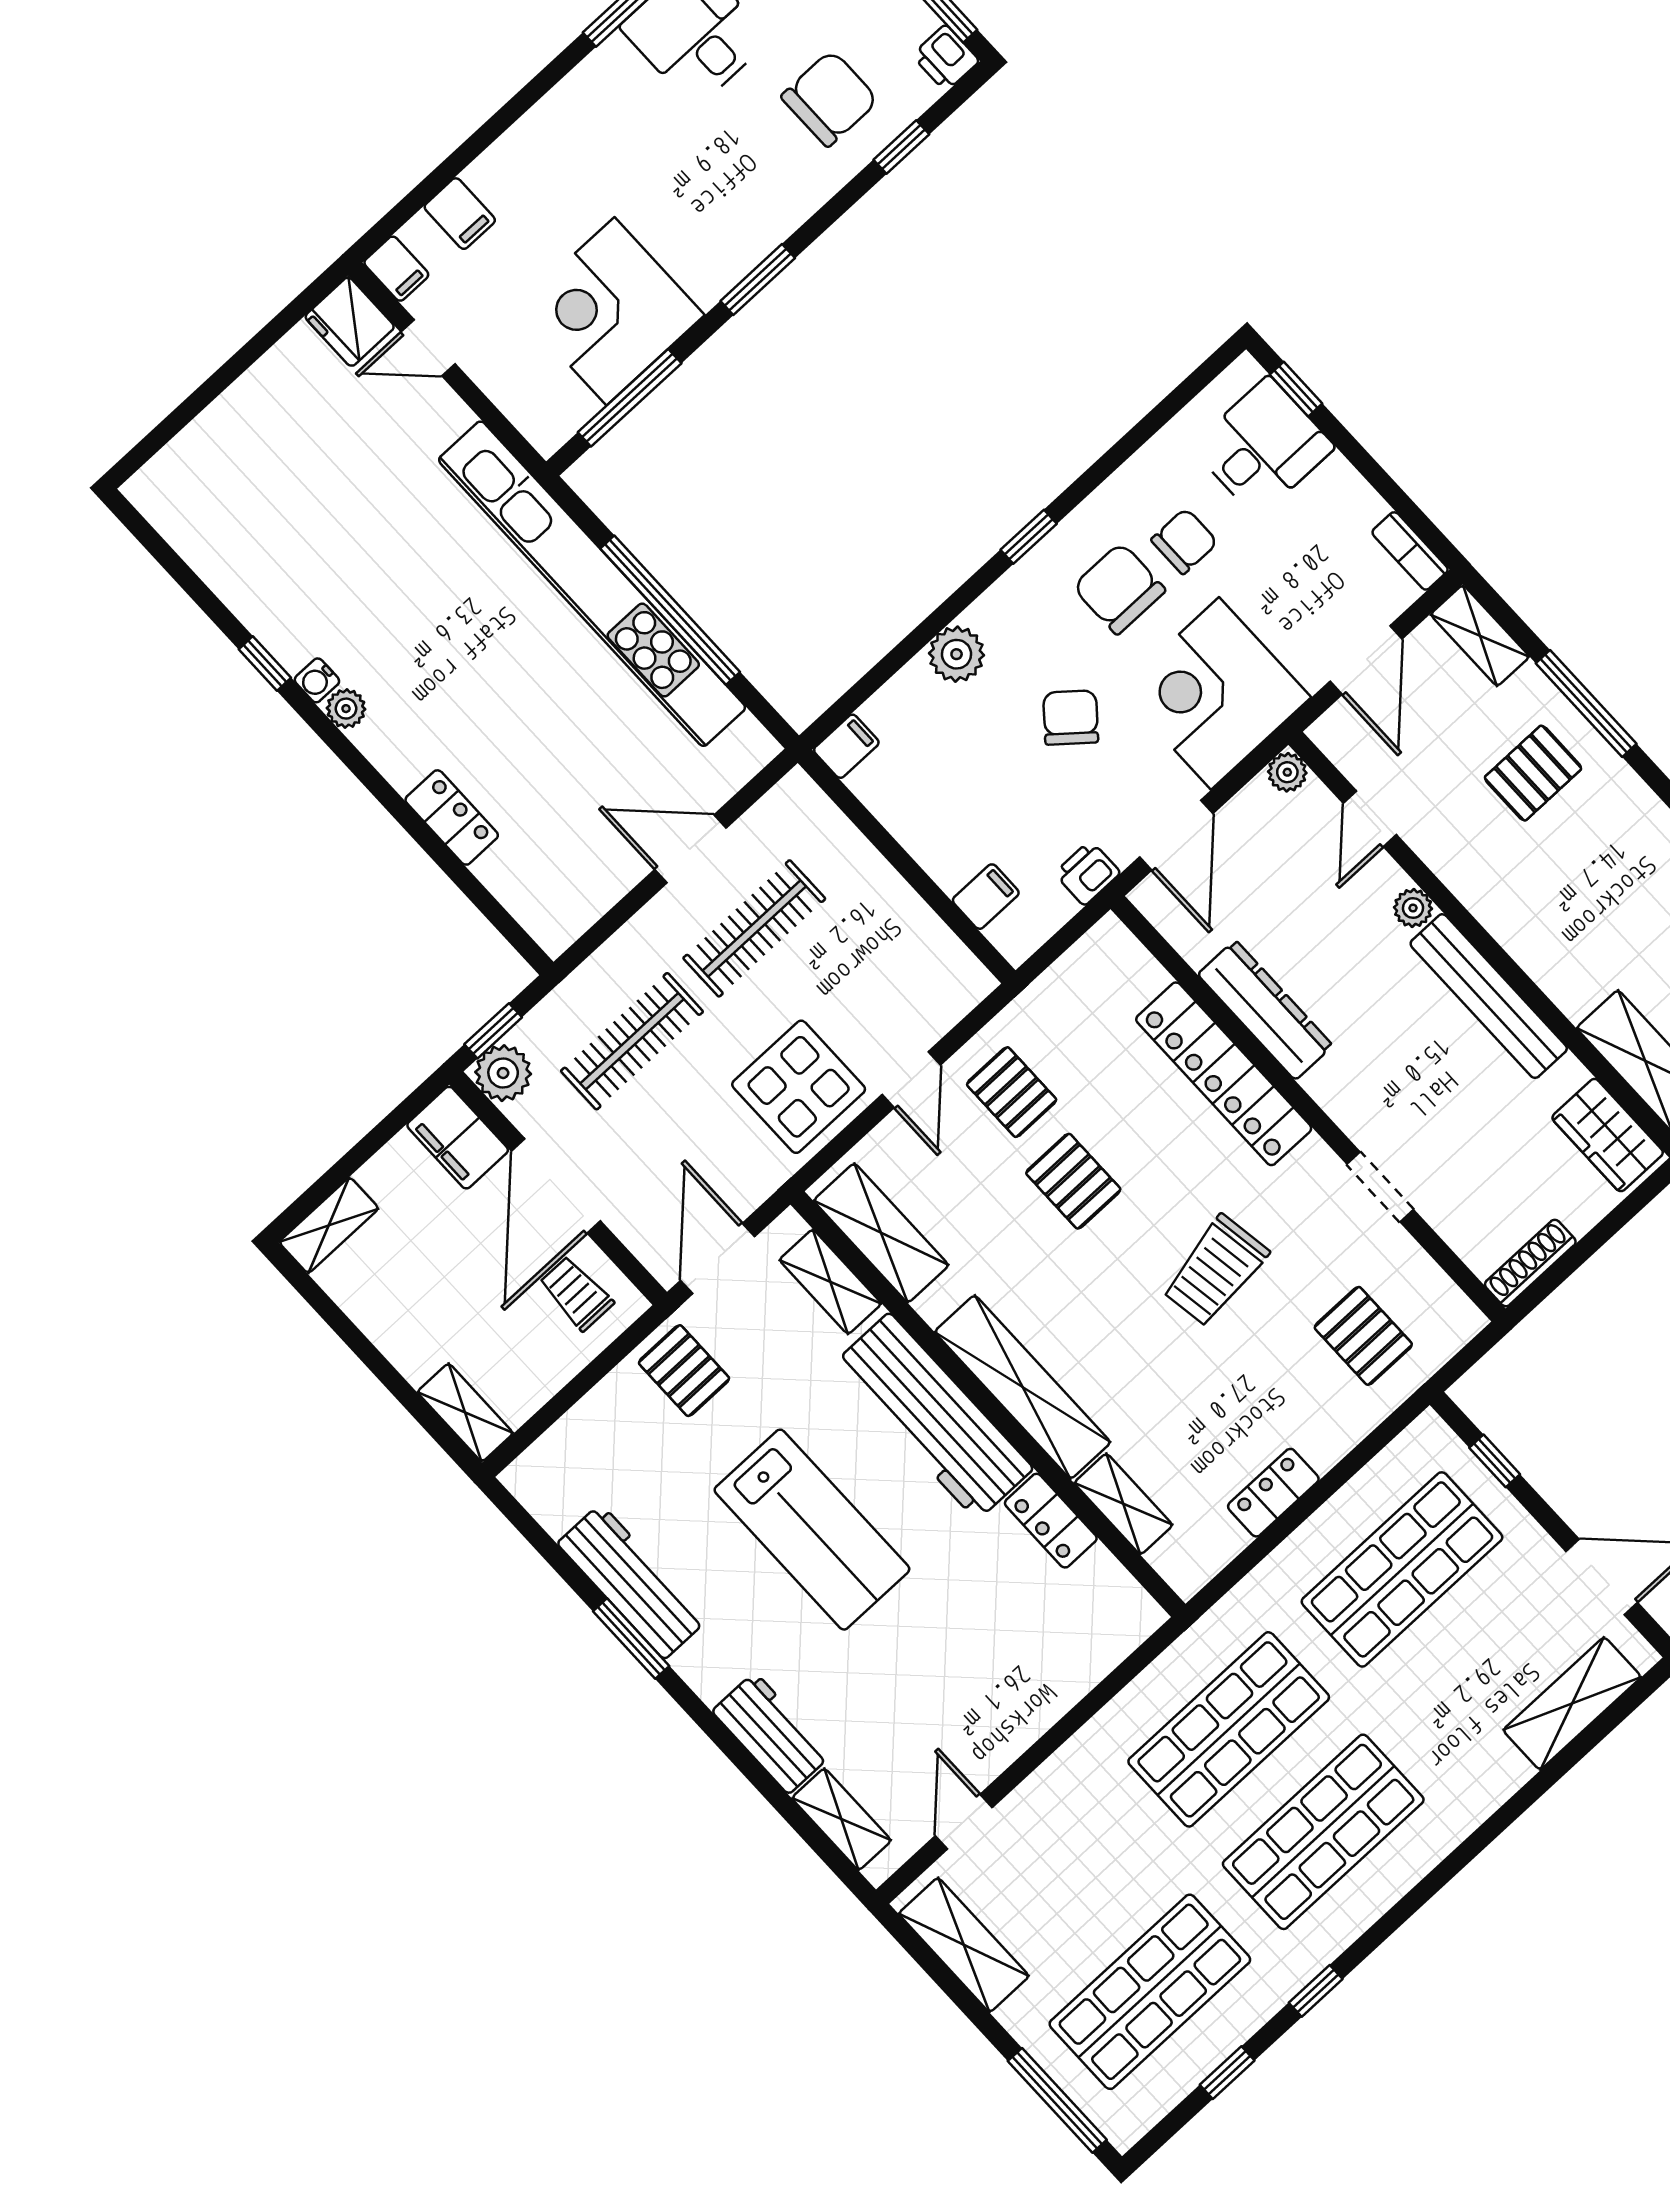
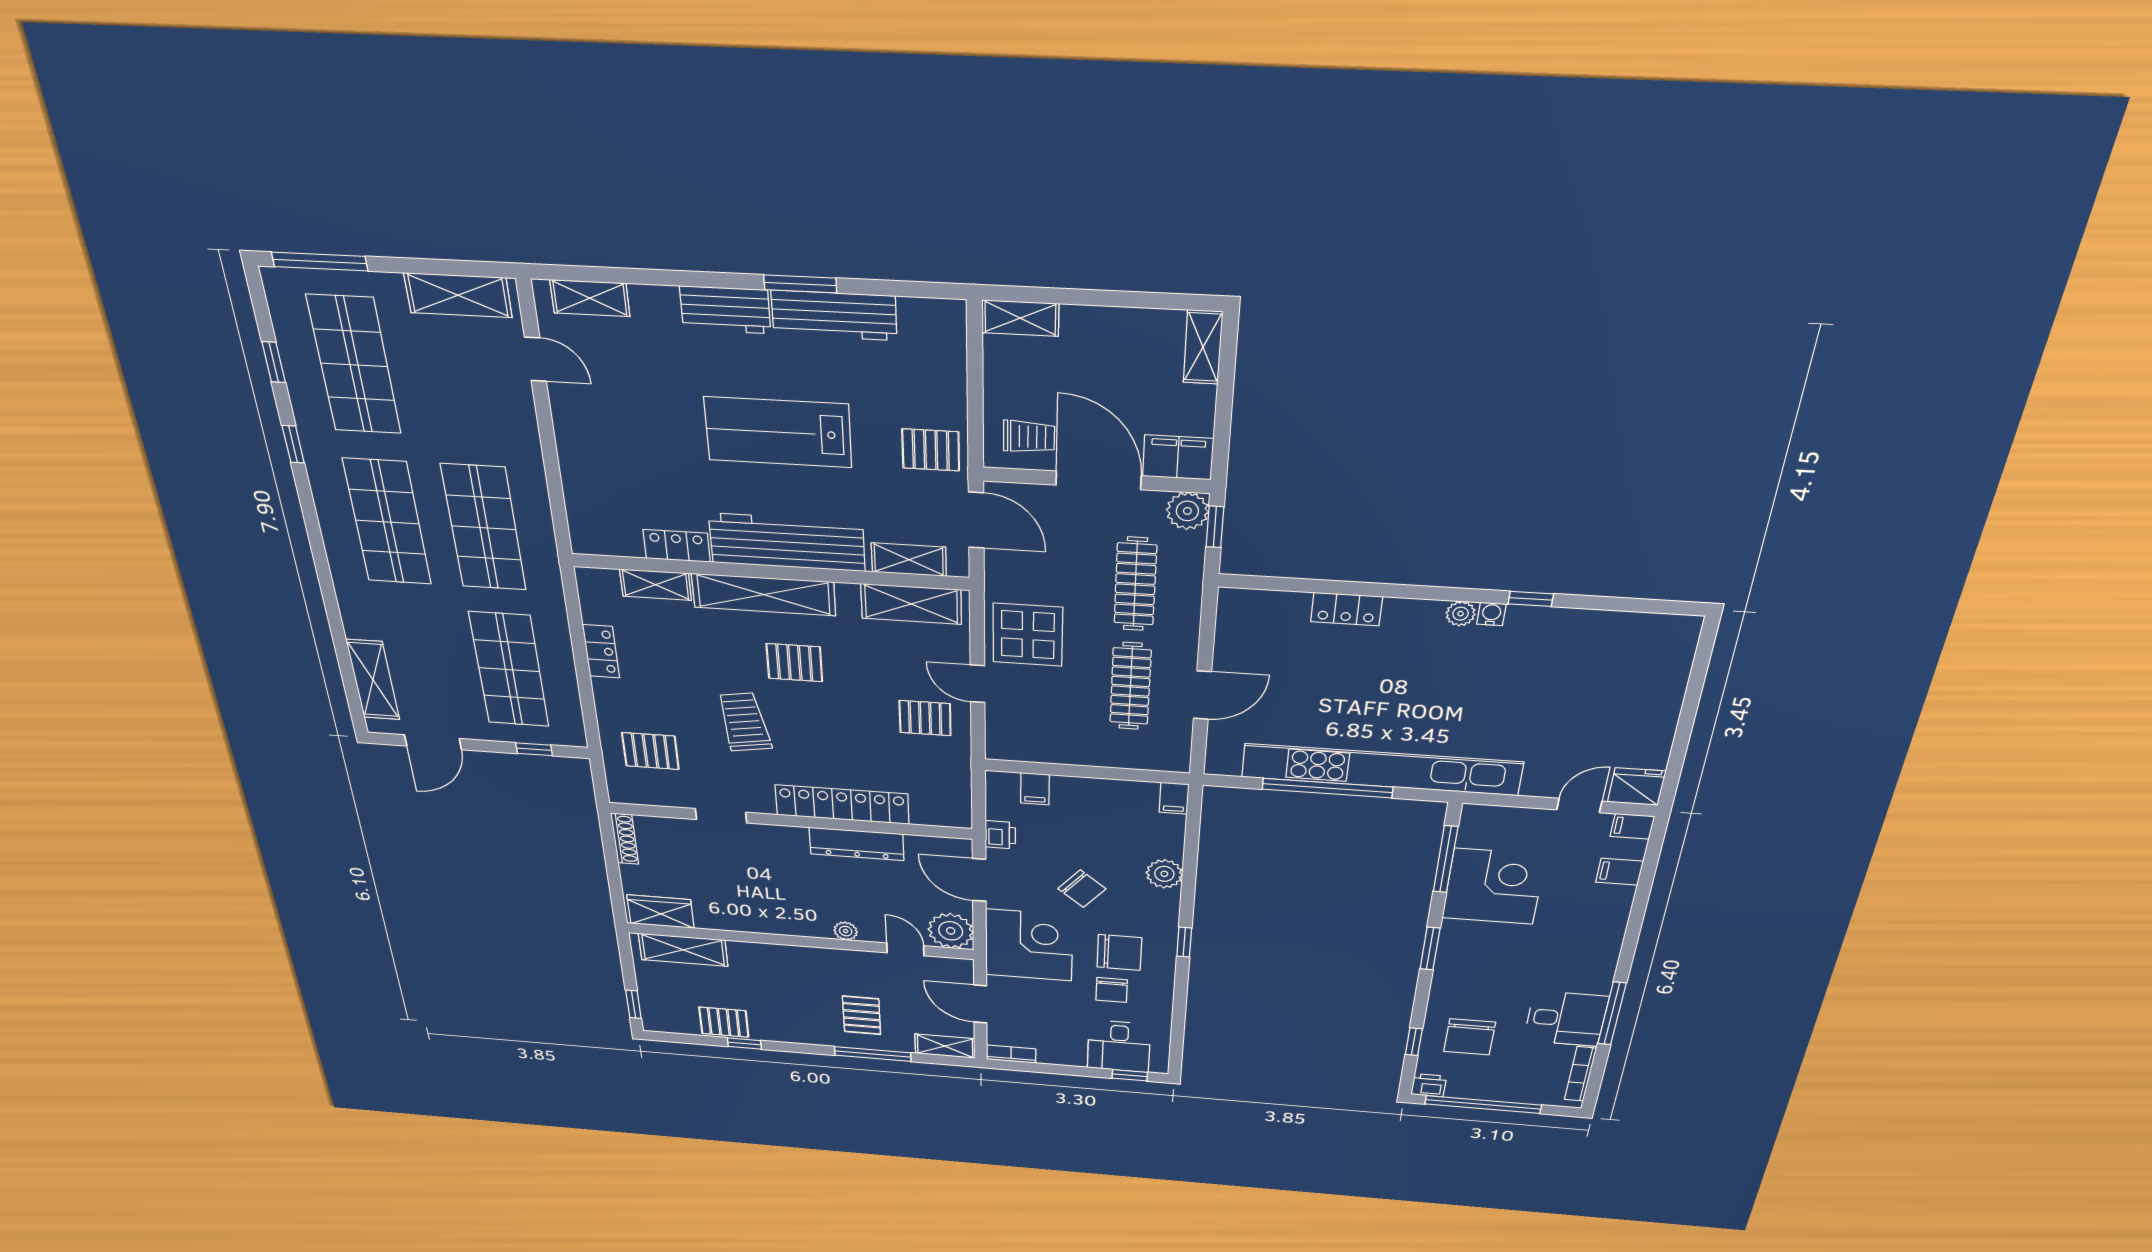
plant: (1287, 772) -> (951, 931), width x1.88, depth x1.88
bench: (1489, 996) -> (773, 924), removed
pallet: (1073, 1181) -> (794, 663), moved
workbench: (772, 1733) -> (725, 310), moved

